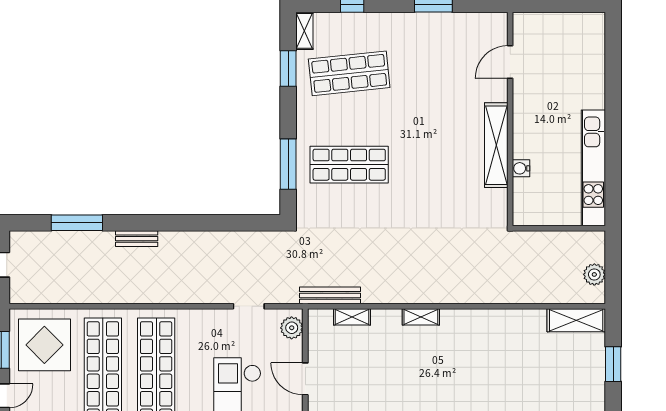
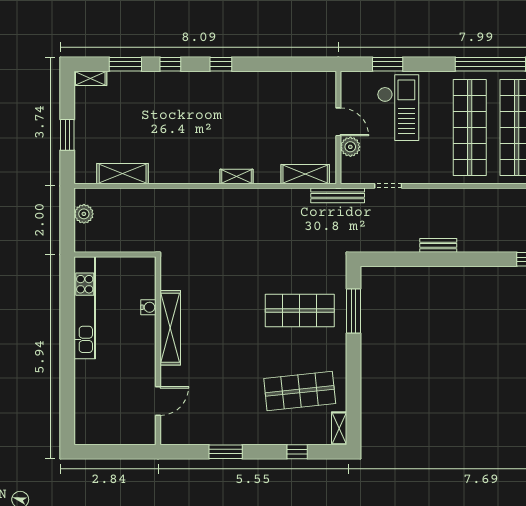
window: (288, 68) -> (353, 395), removed
bench: (137, 239) -> (438, 245), moved
bench: (330, 295) -> (338, 195), moved
shelving: (352, 317) -> (305, 174), width x1.50, depth x1.33
shelving: (576, 320) -> (123, 174), moved
plant: (292, 328) -> (350, 147), moved

